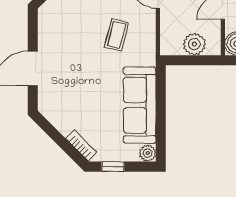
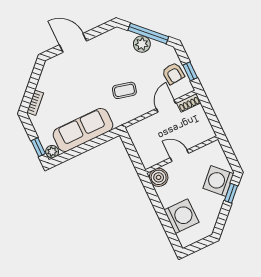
plant: (194, 44) -> (144, 148), removed
window: (113, 167) -> (38, 147), moved

